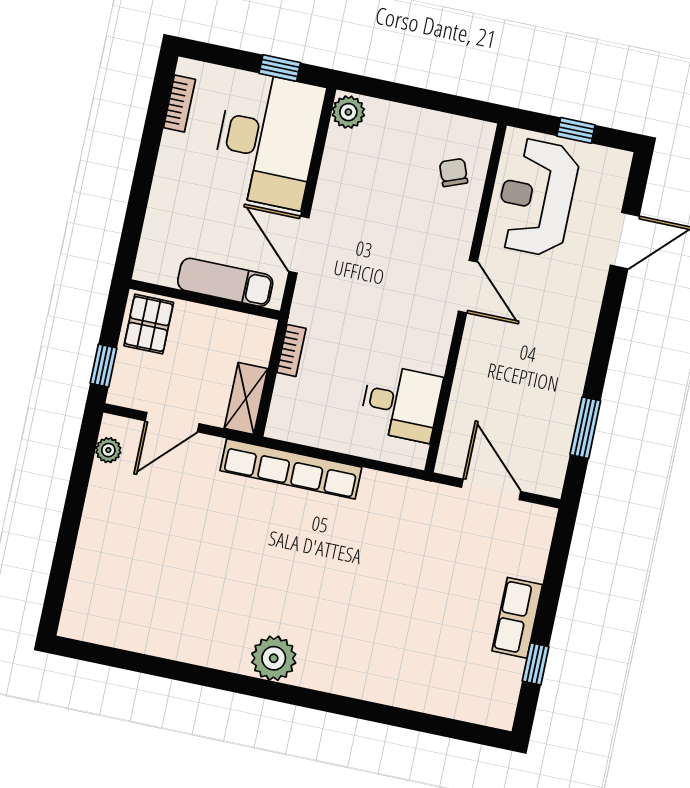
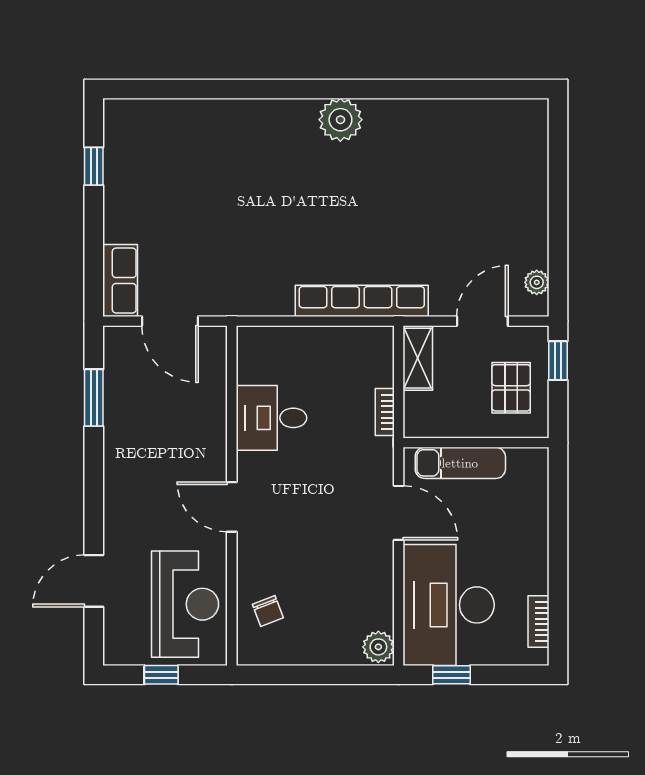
pallet: (149, 324) -> (511, 388), moved
desk: (401, 403) -> (271, 418), moved
row of seats: (517, 618) -> (120, 281), moved

